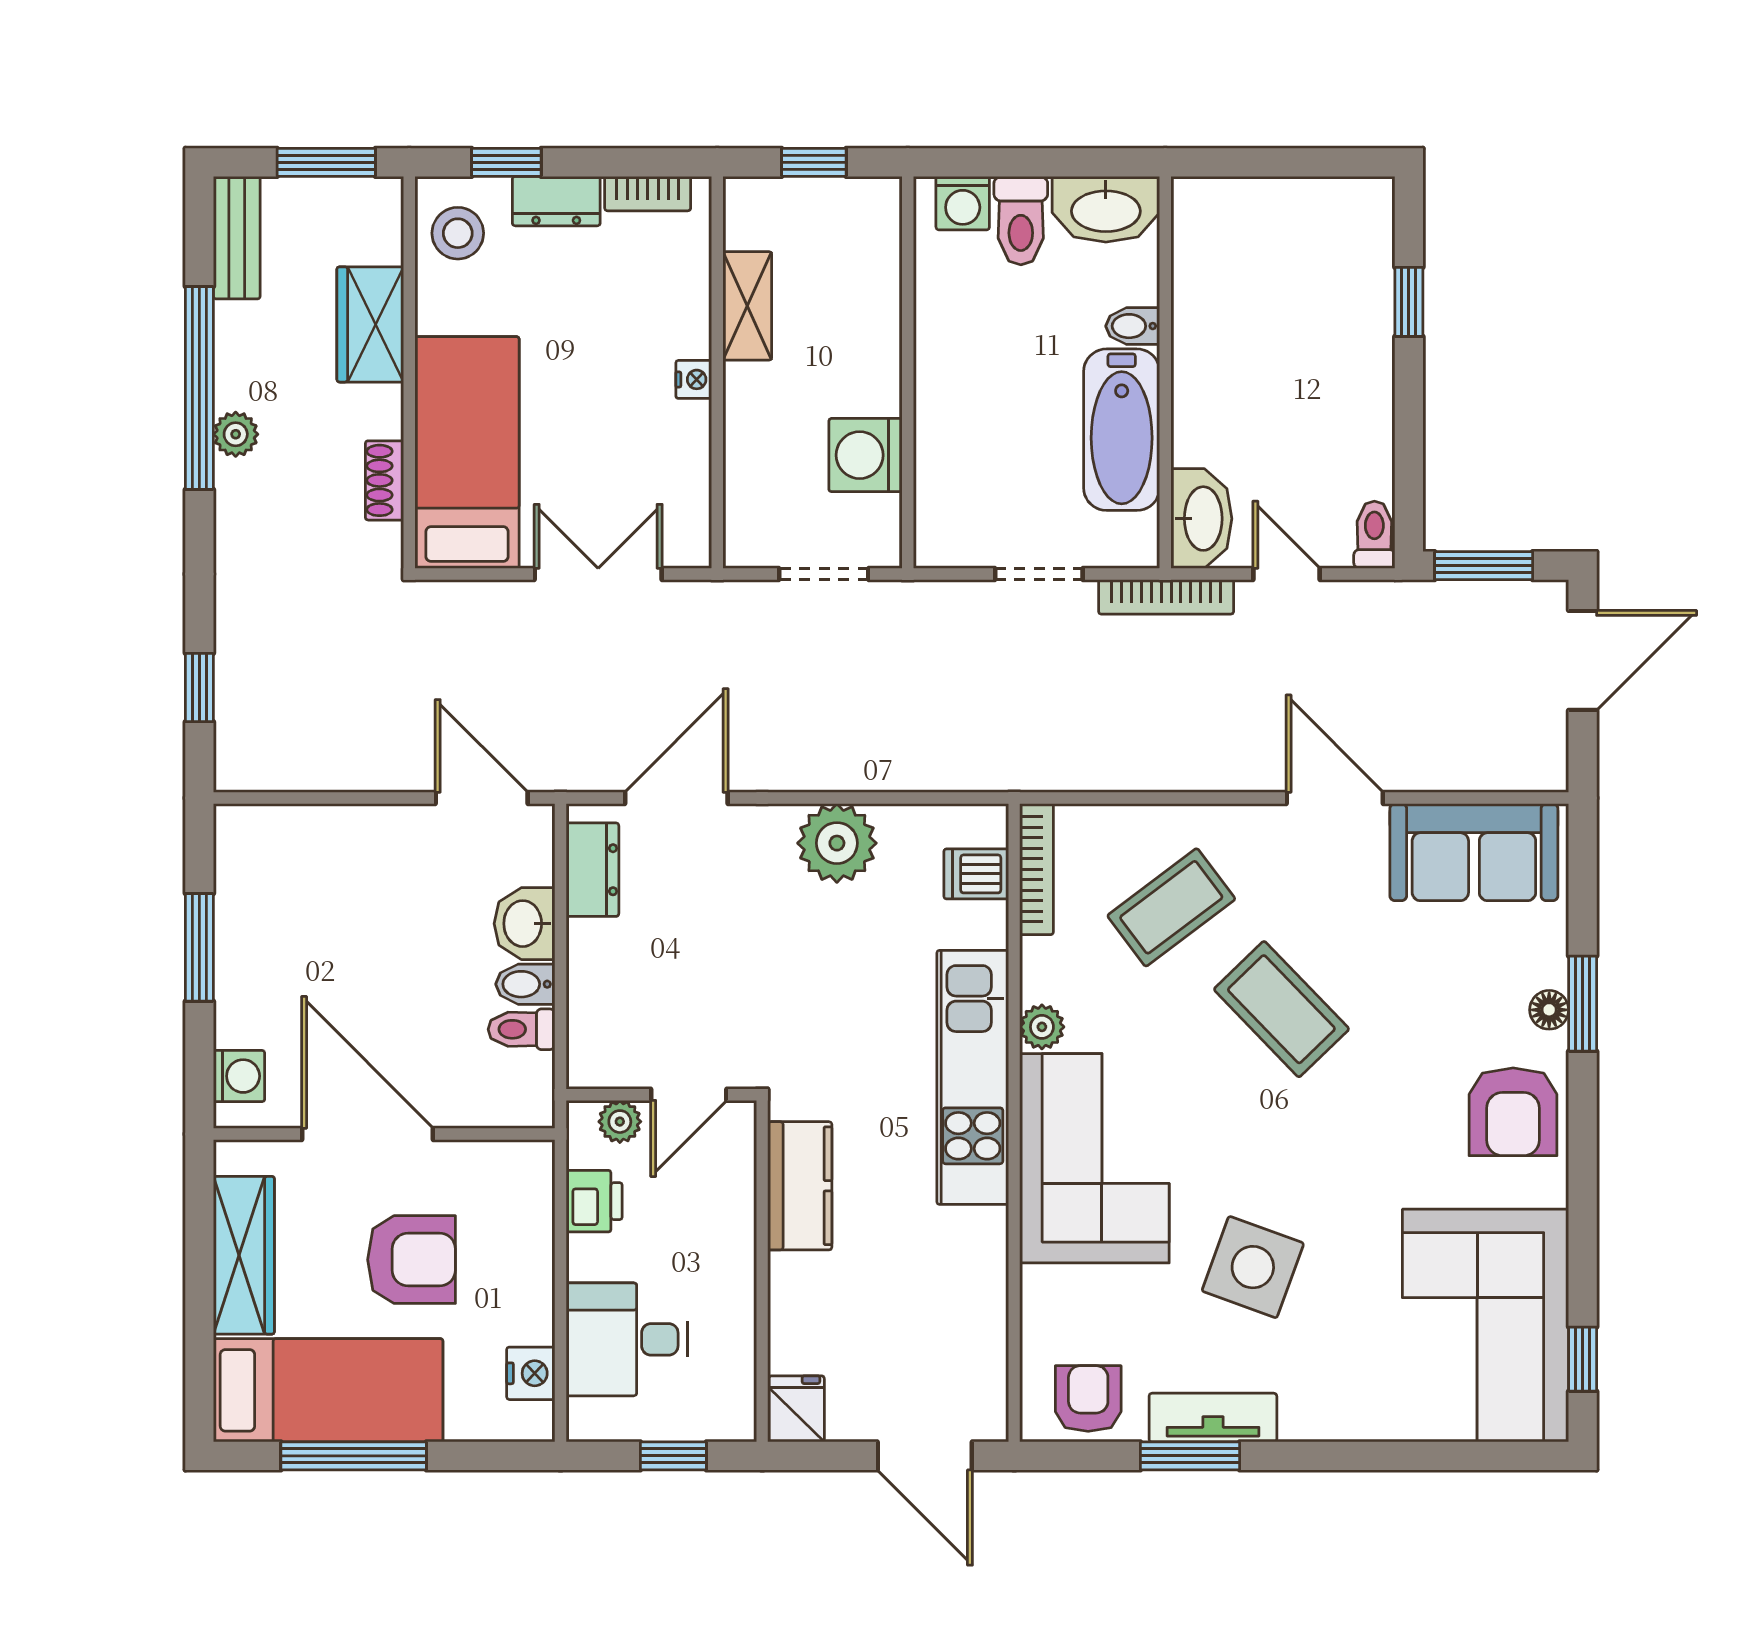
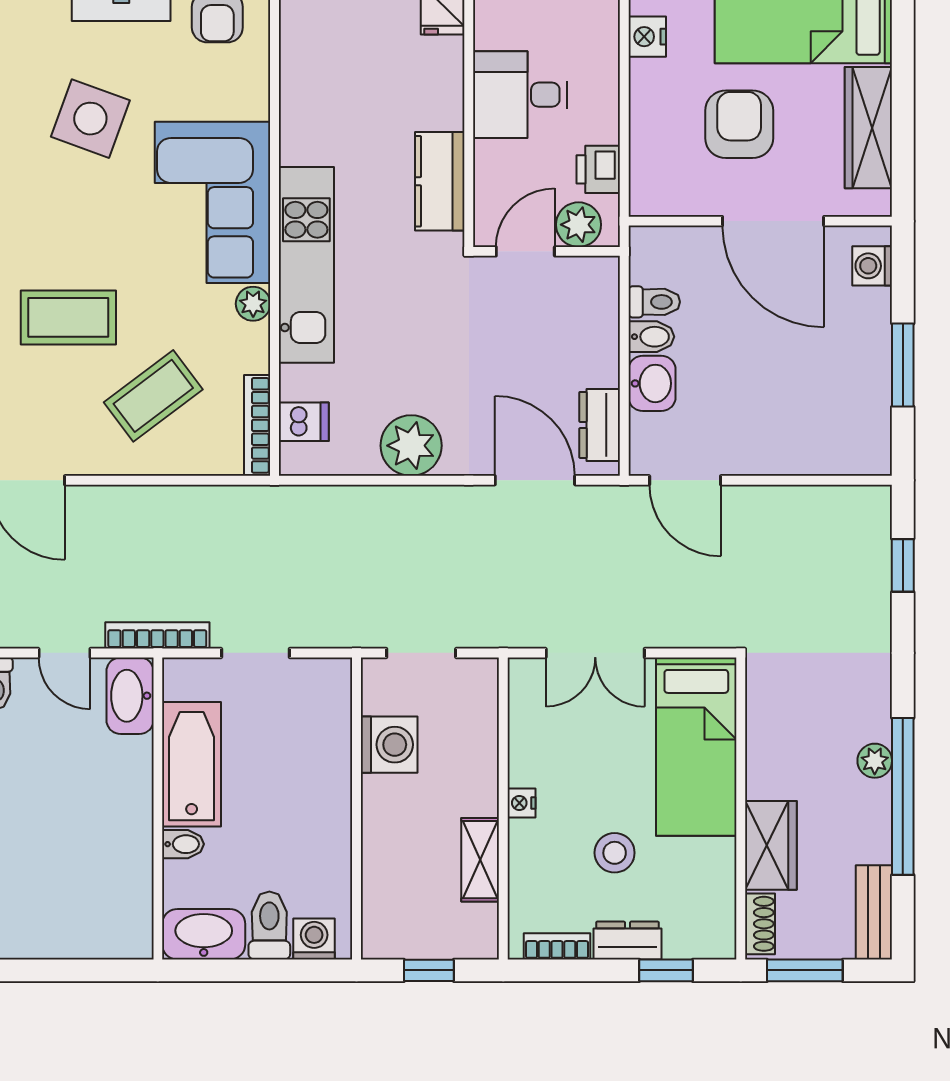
stool: (458, 233) -> (615, 853), moved
shoe rack: (385, 480) -> (760, 924), moved
door: (676, 798) -> (535, 480), swing flipped
coffee table: (1281, 1009) -> (68, 317), turned -46
plant: (620, 1122) -> (579, 225), width x1.38, depth x1.38
armchair: (411, 1260) -> (739, 124), turned 90
desk: (627, 1339) -> (520, 95), moved, turned 180

